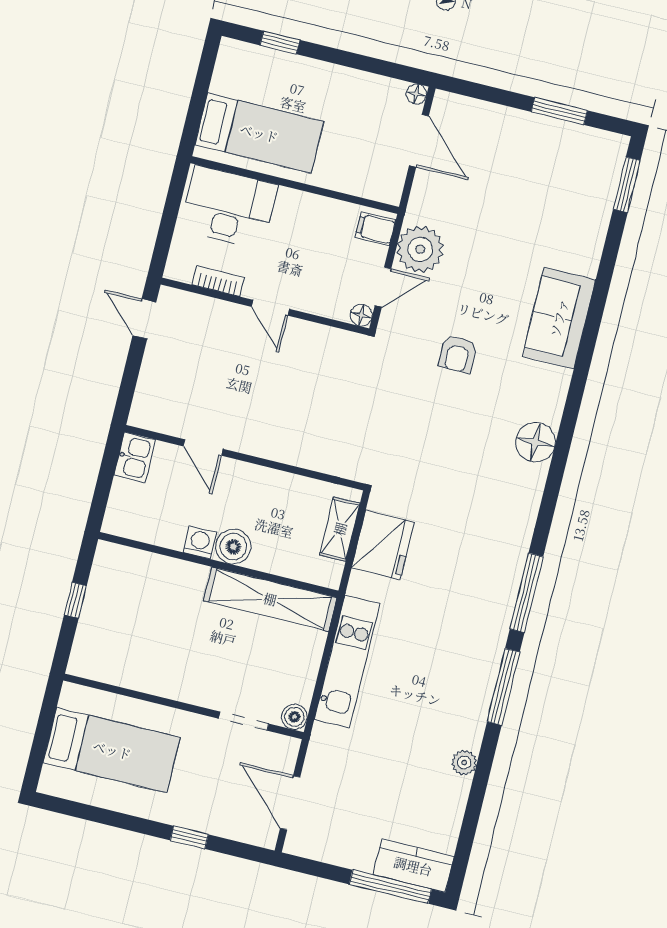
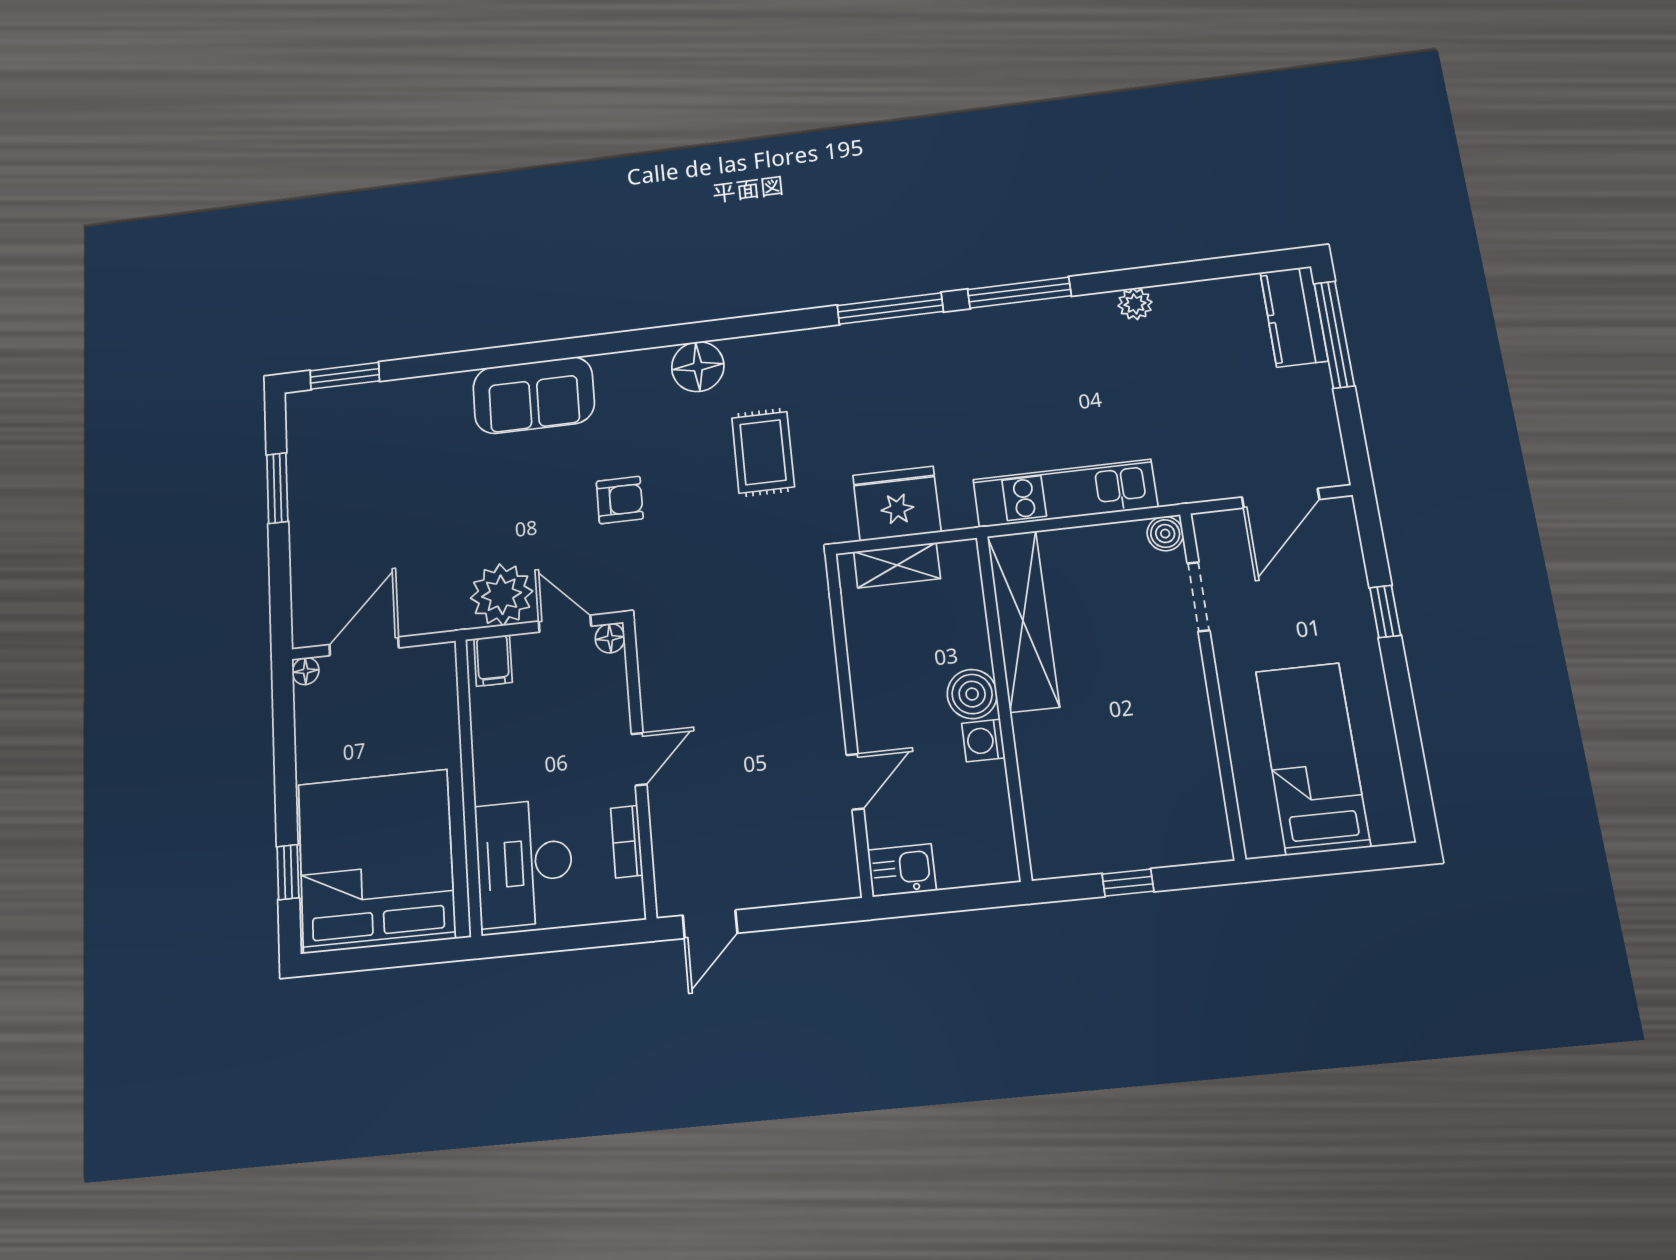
bed: (259, 133) -> (376, 861), width x2.04
rug: (455, 466) -> (763, 452), added

